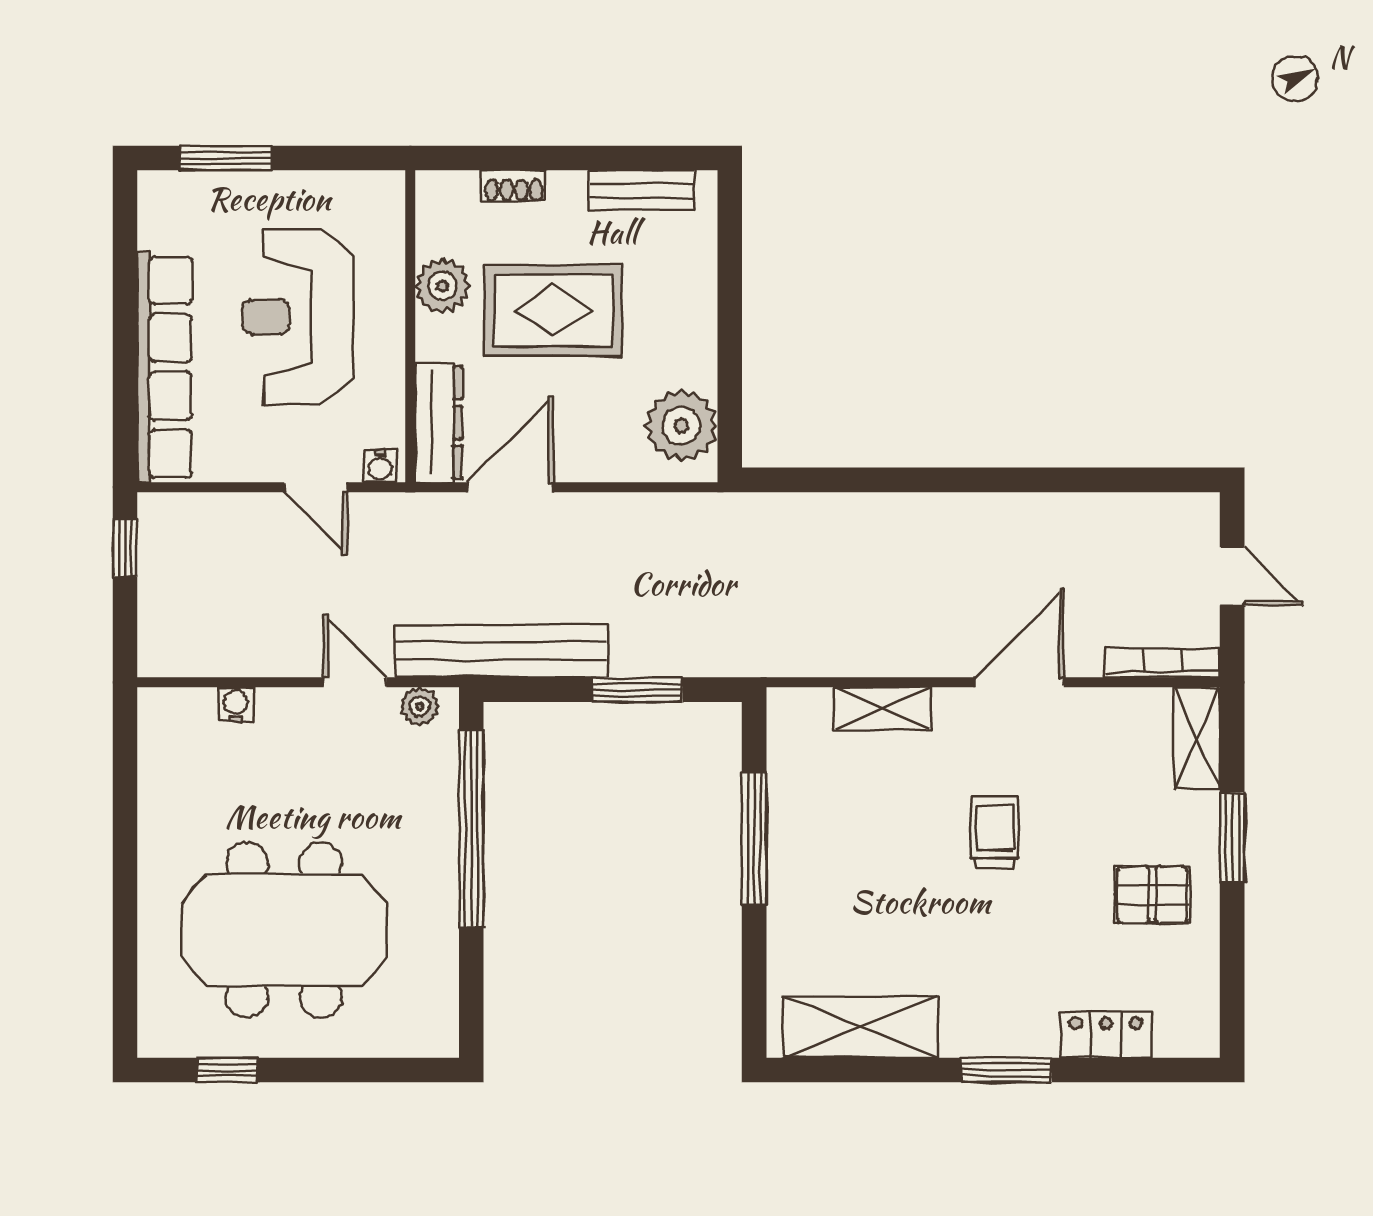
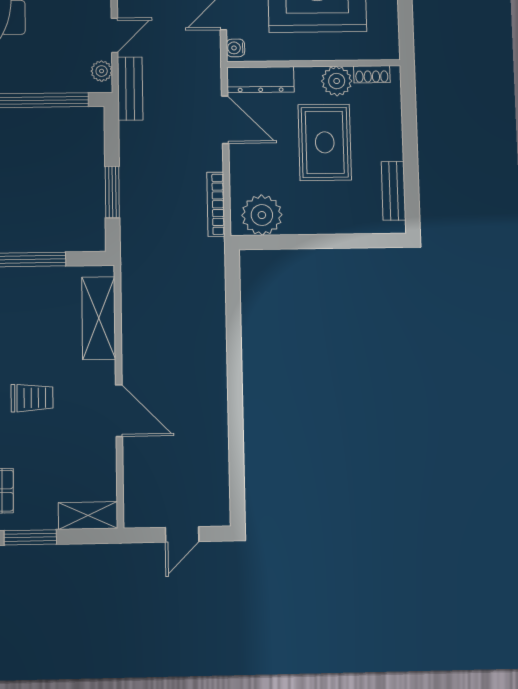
shoe rack: (514, 186) -> (372, 74), moved, turned -90
bench: (501, 651) -> (130, 89), width x0.54, depth x0.82
bookcase: (1163, 663) -> (216, 204), moved, turned 180
shelving: (883, 709) -> (99, 318), width x1.50, depth x1.33

